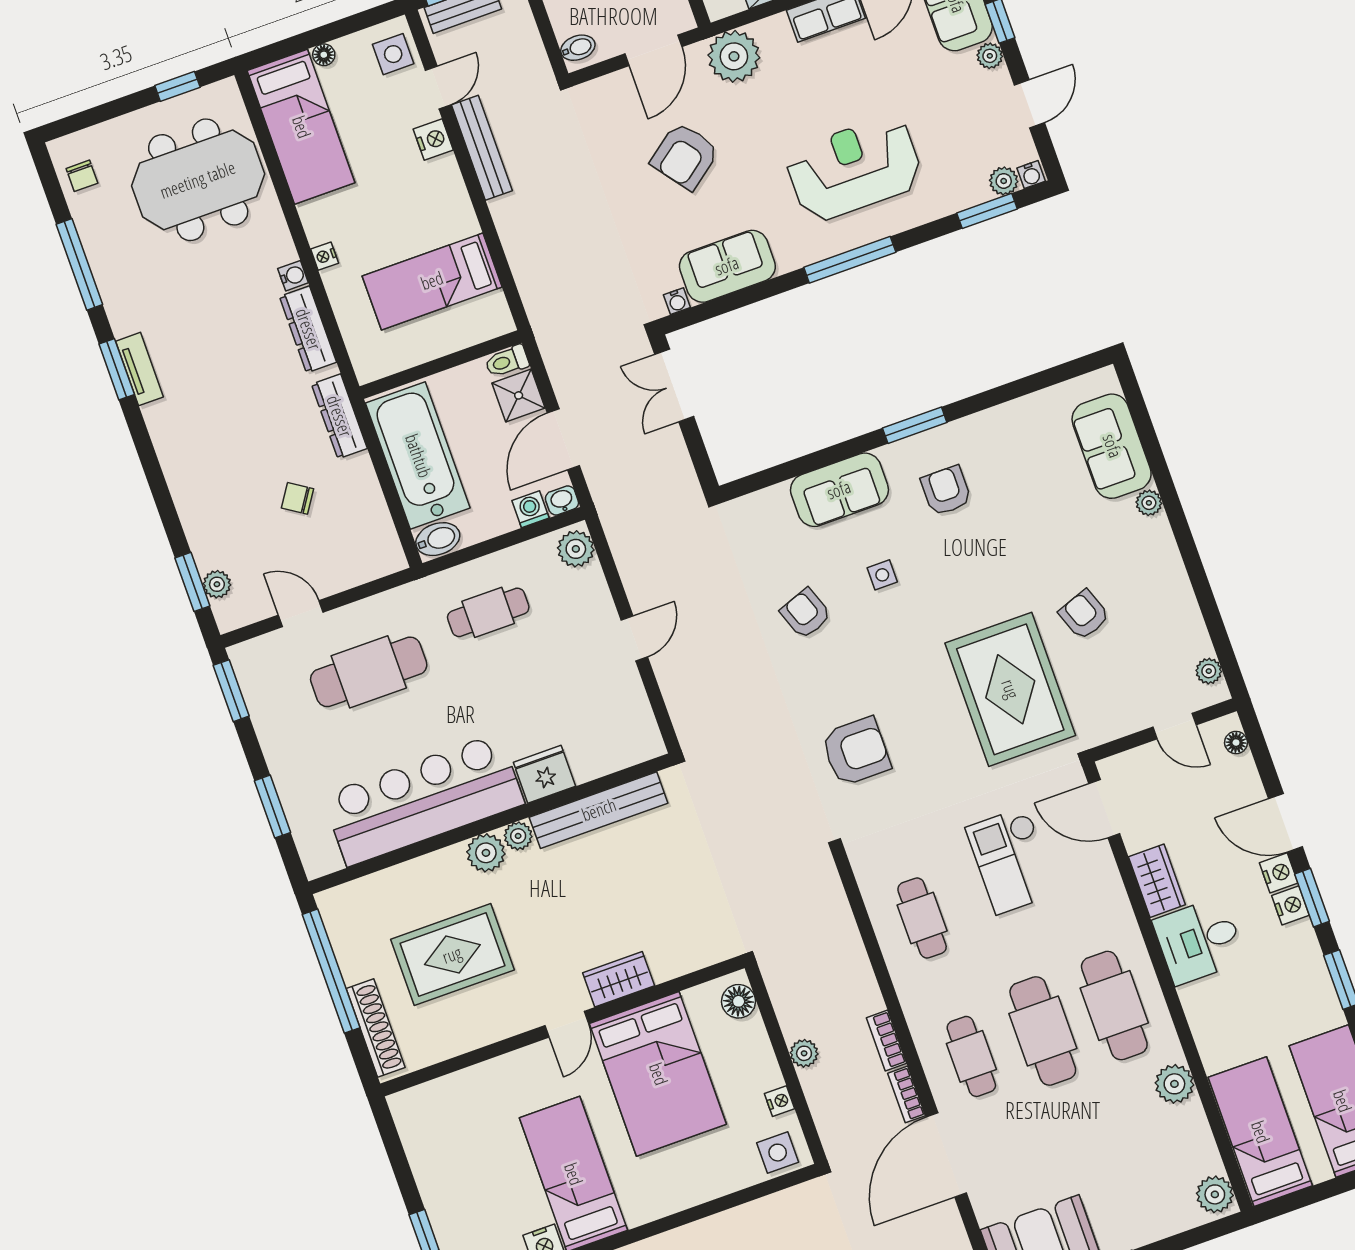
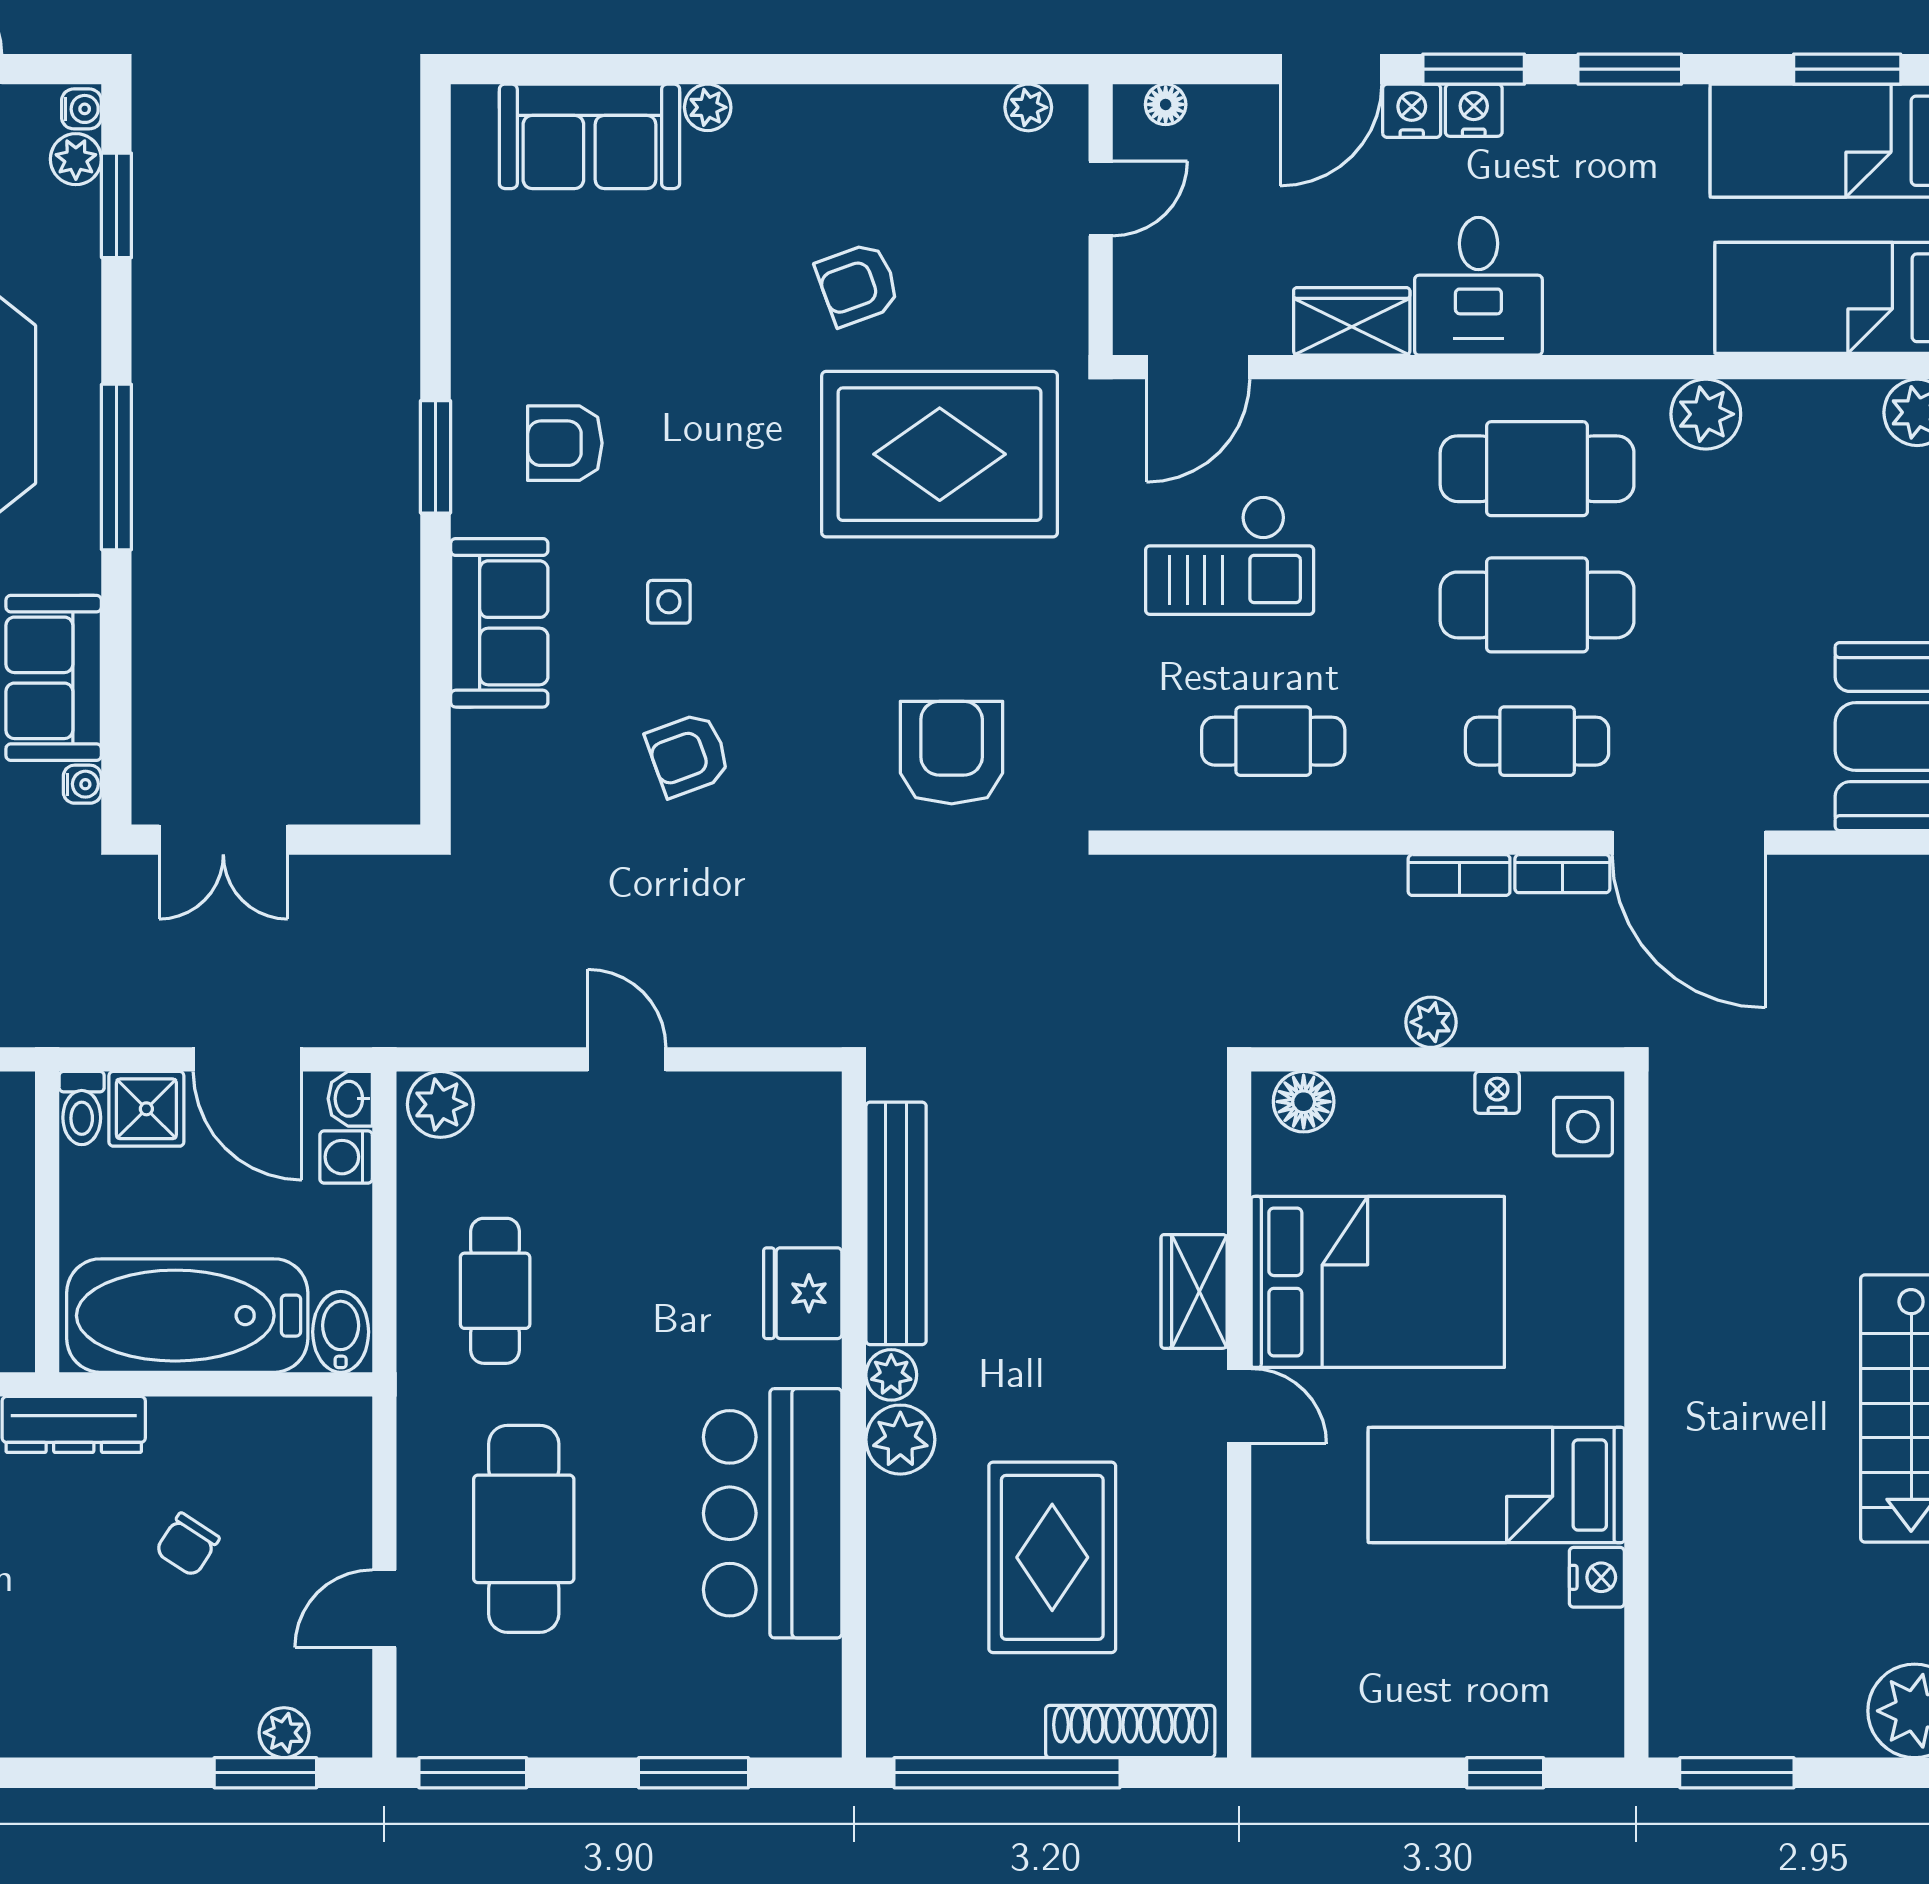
bar counter: (423, 800) -> (773, 1513), width x0.73

